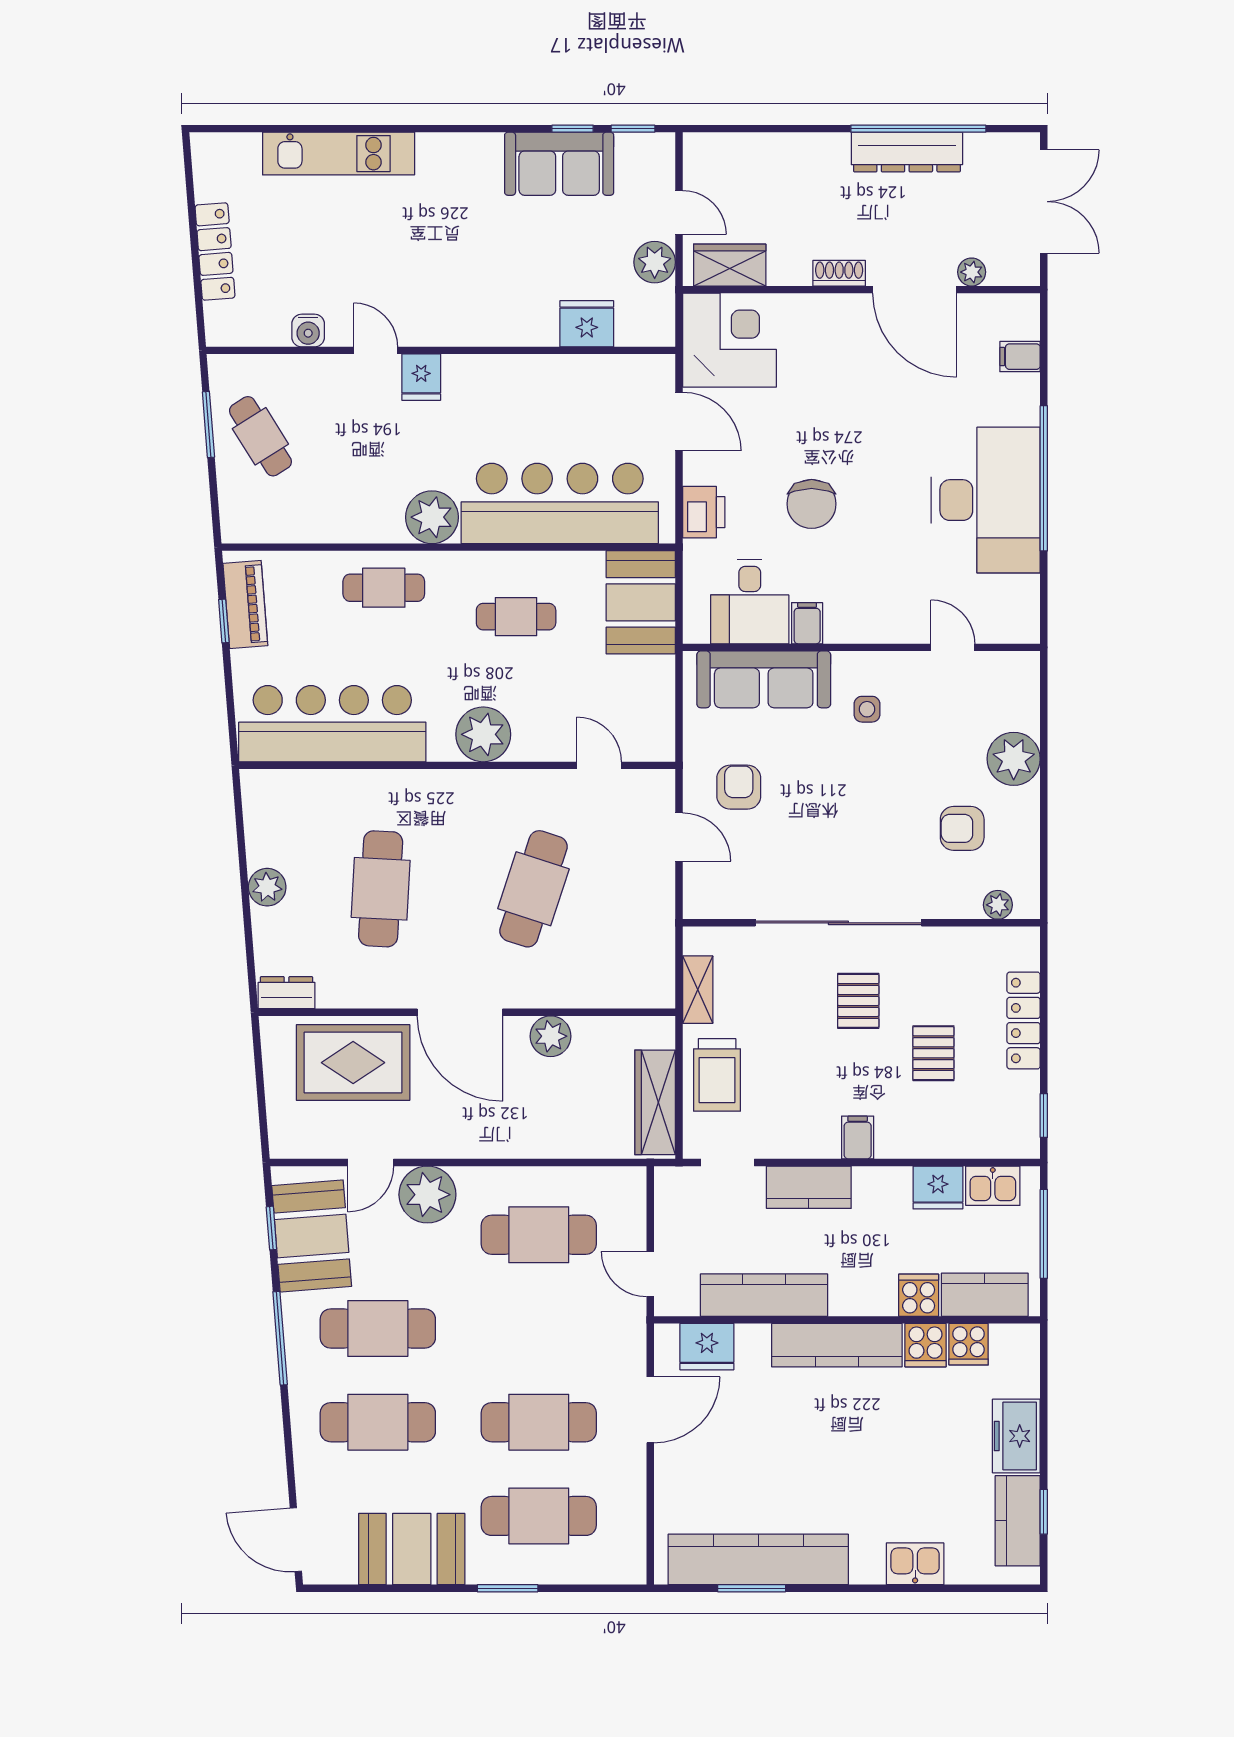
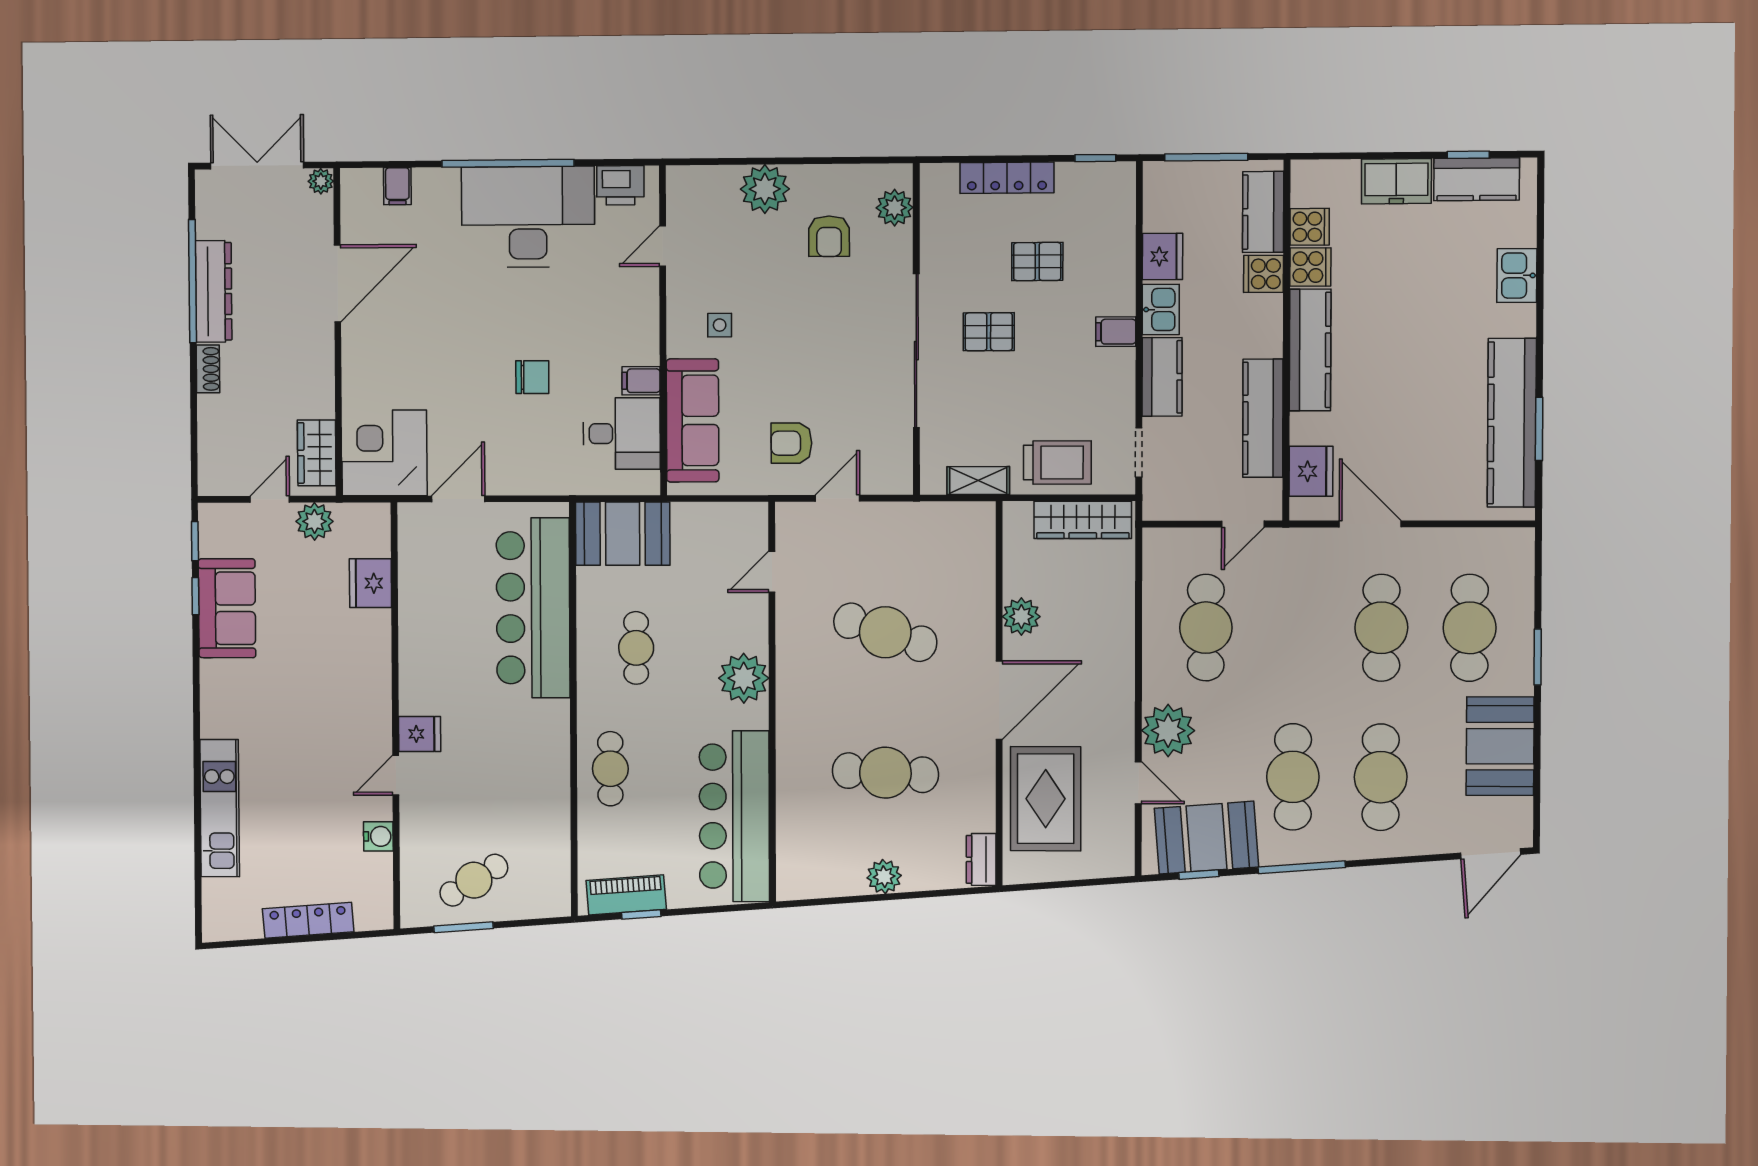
plant: (972, 272) -> (321, 181), moved
shoe rack: (839, 273) -> (208, 369), moved, turned 180
chair: (812, 504) -> (532, 377), width x0.73, depth x0.73
printer: (704, 512) -> (620, 185), moved, turned 180
plant: (432, 517) -> (546, 725), removed
plant: (998, 905) -> (895, 208), width x1.38, depth x1.38
kitchen sink: (993, 1186) -> (1161, 309), moved

